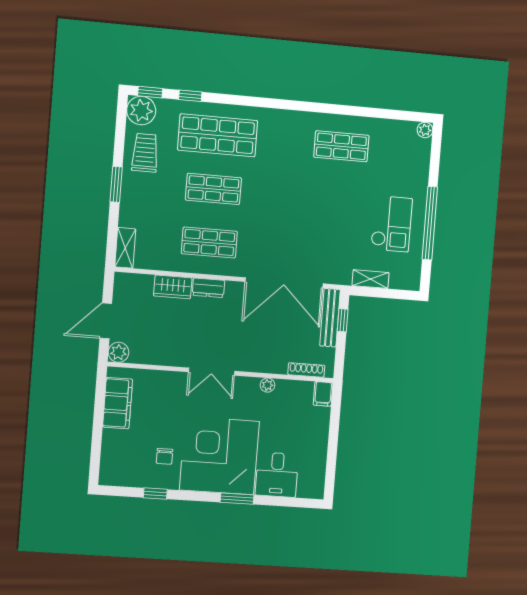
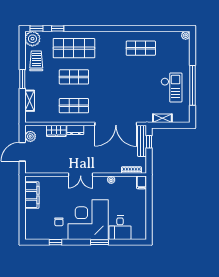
shelving: (125, 248) -> (30, 101), moved
plant: (119, 352) -> (30, 136), moved

